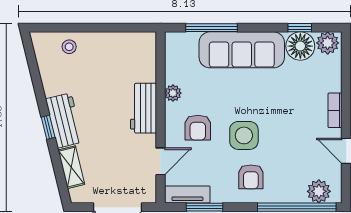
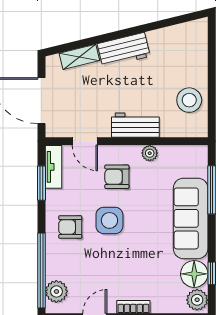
stool: (69, 47) -> (189, 100), moved, width x1.89, depth x1.89
window: (48, 127) -> (117, 35), removed

